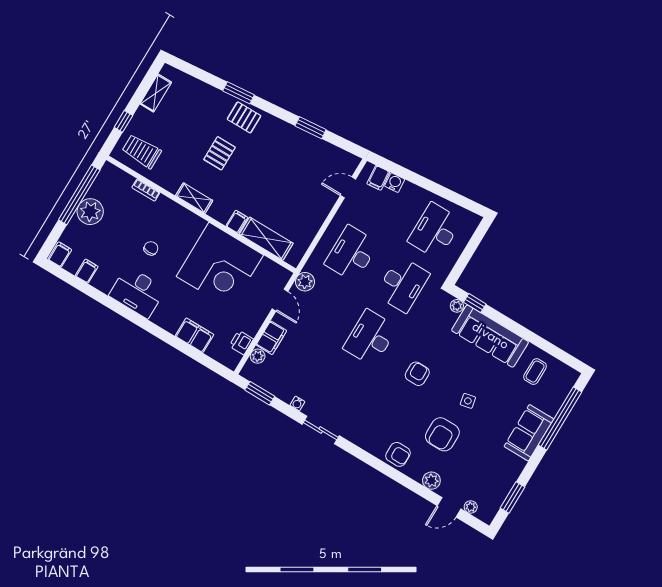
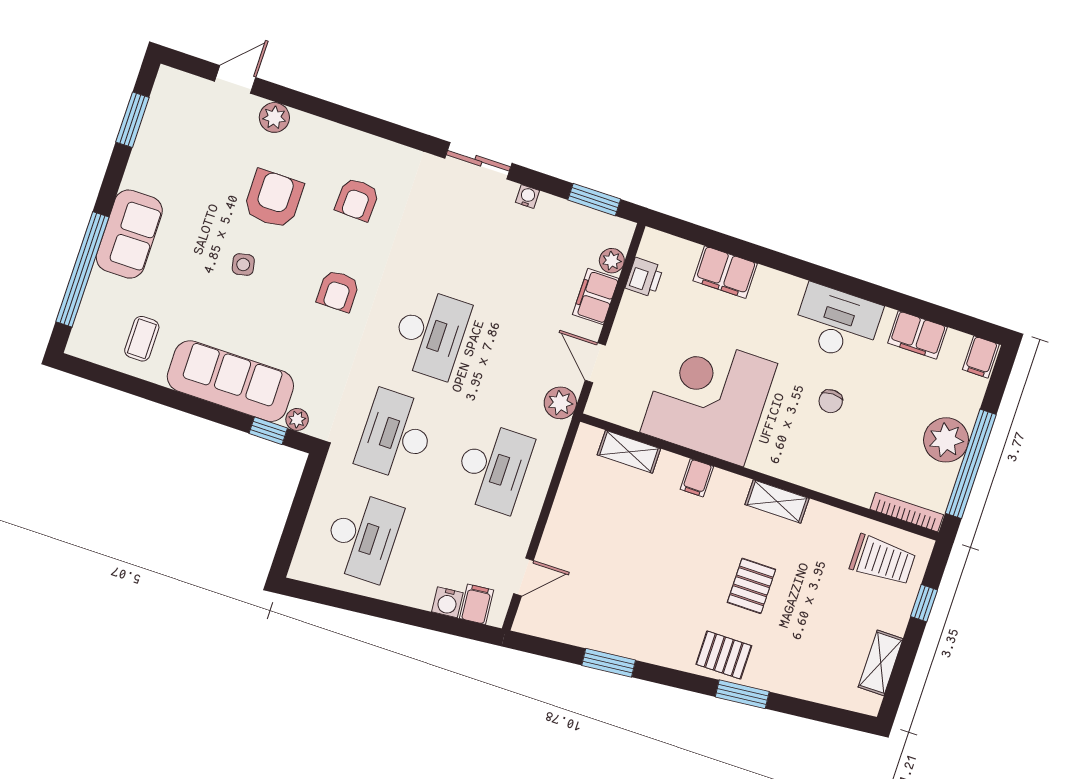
bookcase: (146, 190) -> (907, 512), moved, width x1.56
shelving: (266, 239) -> (629, 452), width x0.67, depth x0.75
filing cabinet: (87, 271) -> (917, 335), width x2.00
armchair: (398, 454) -> (357, 199), moved, turned -88
plant: (471, 507) -> (199, 88), removed

